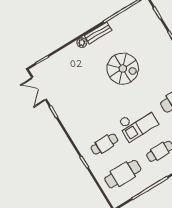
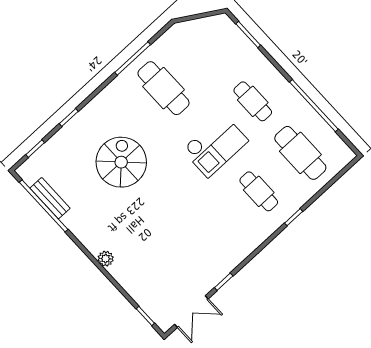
bench: (98, 33) -> (50, 198), moved
spiral stairs: (123, 69) -> (121, 162), moved
checkout: (138, 123) -> (215, 145), turned 90

